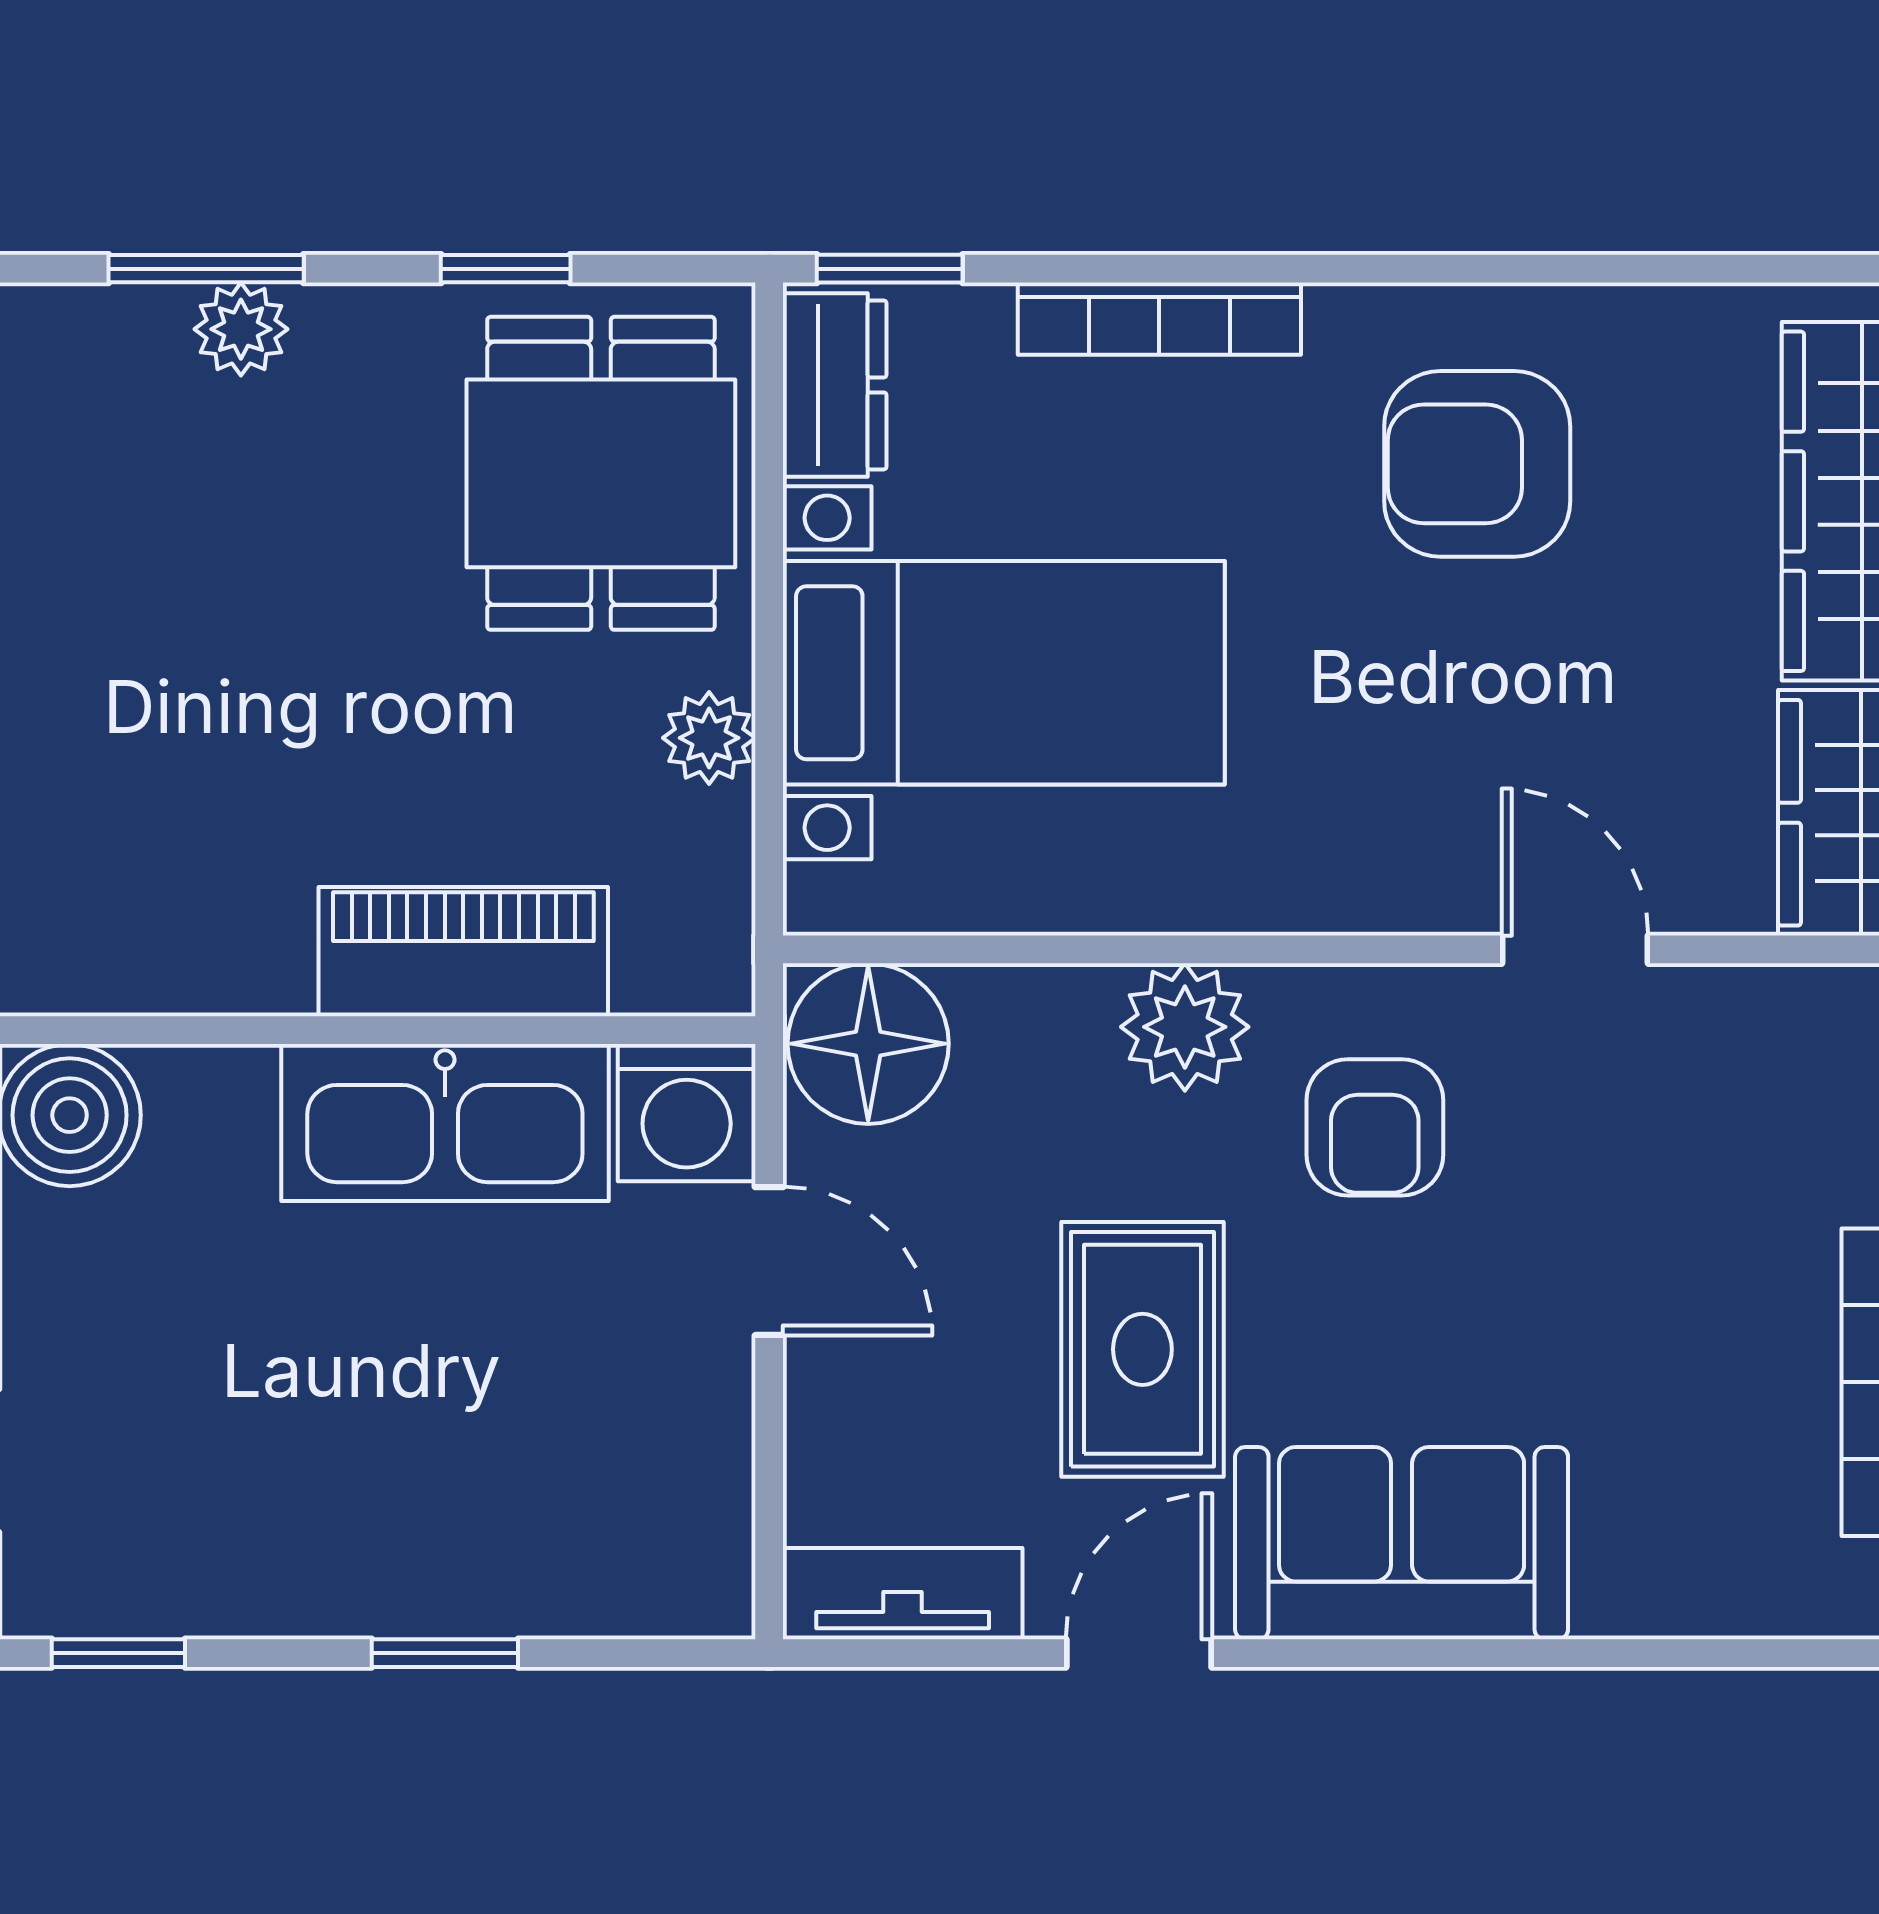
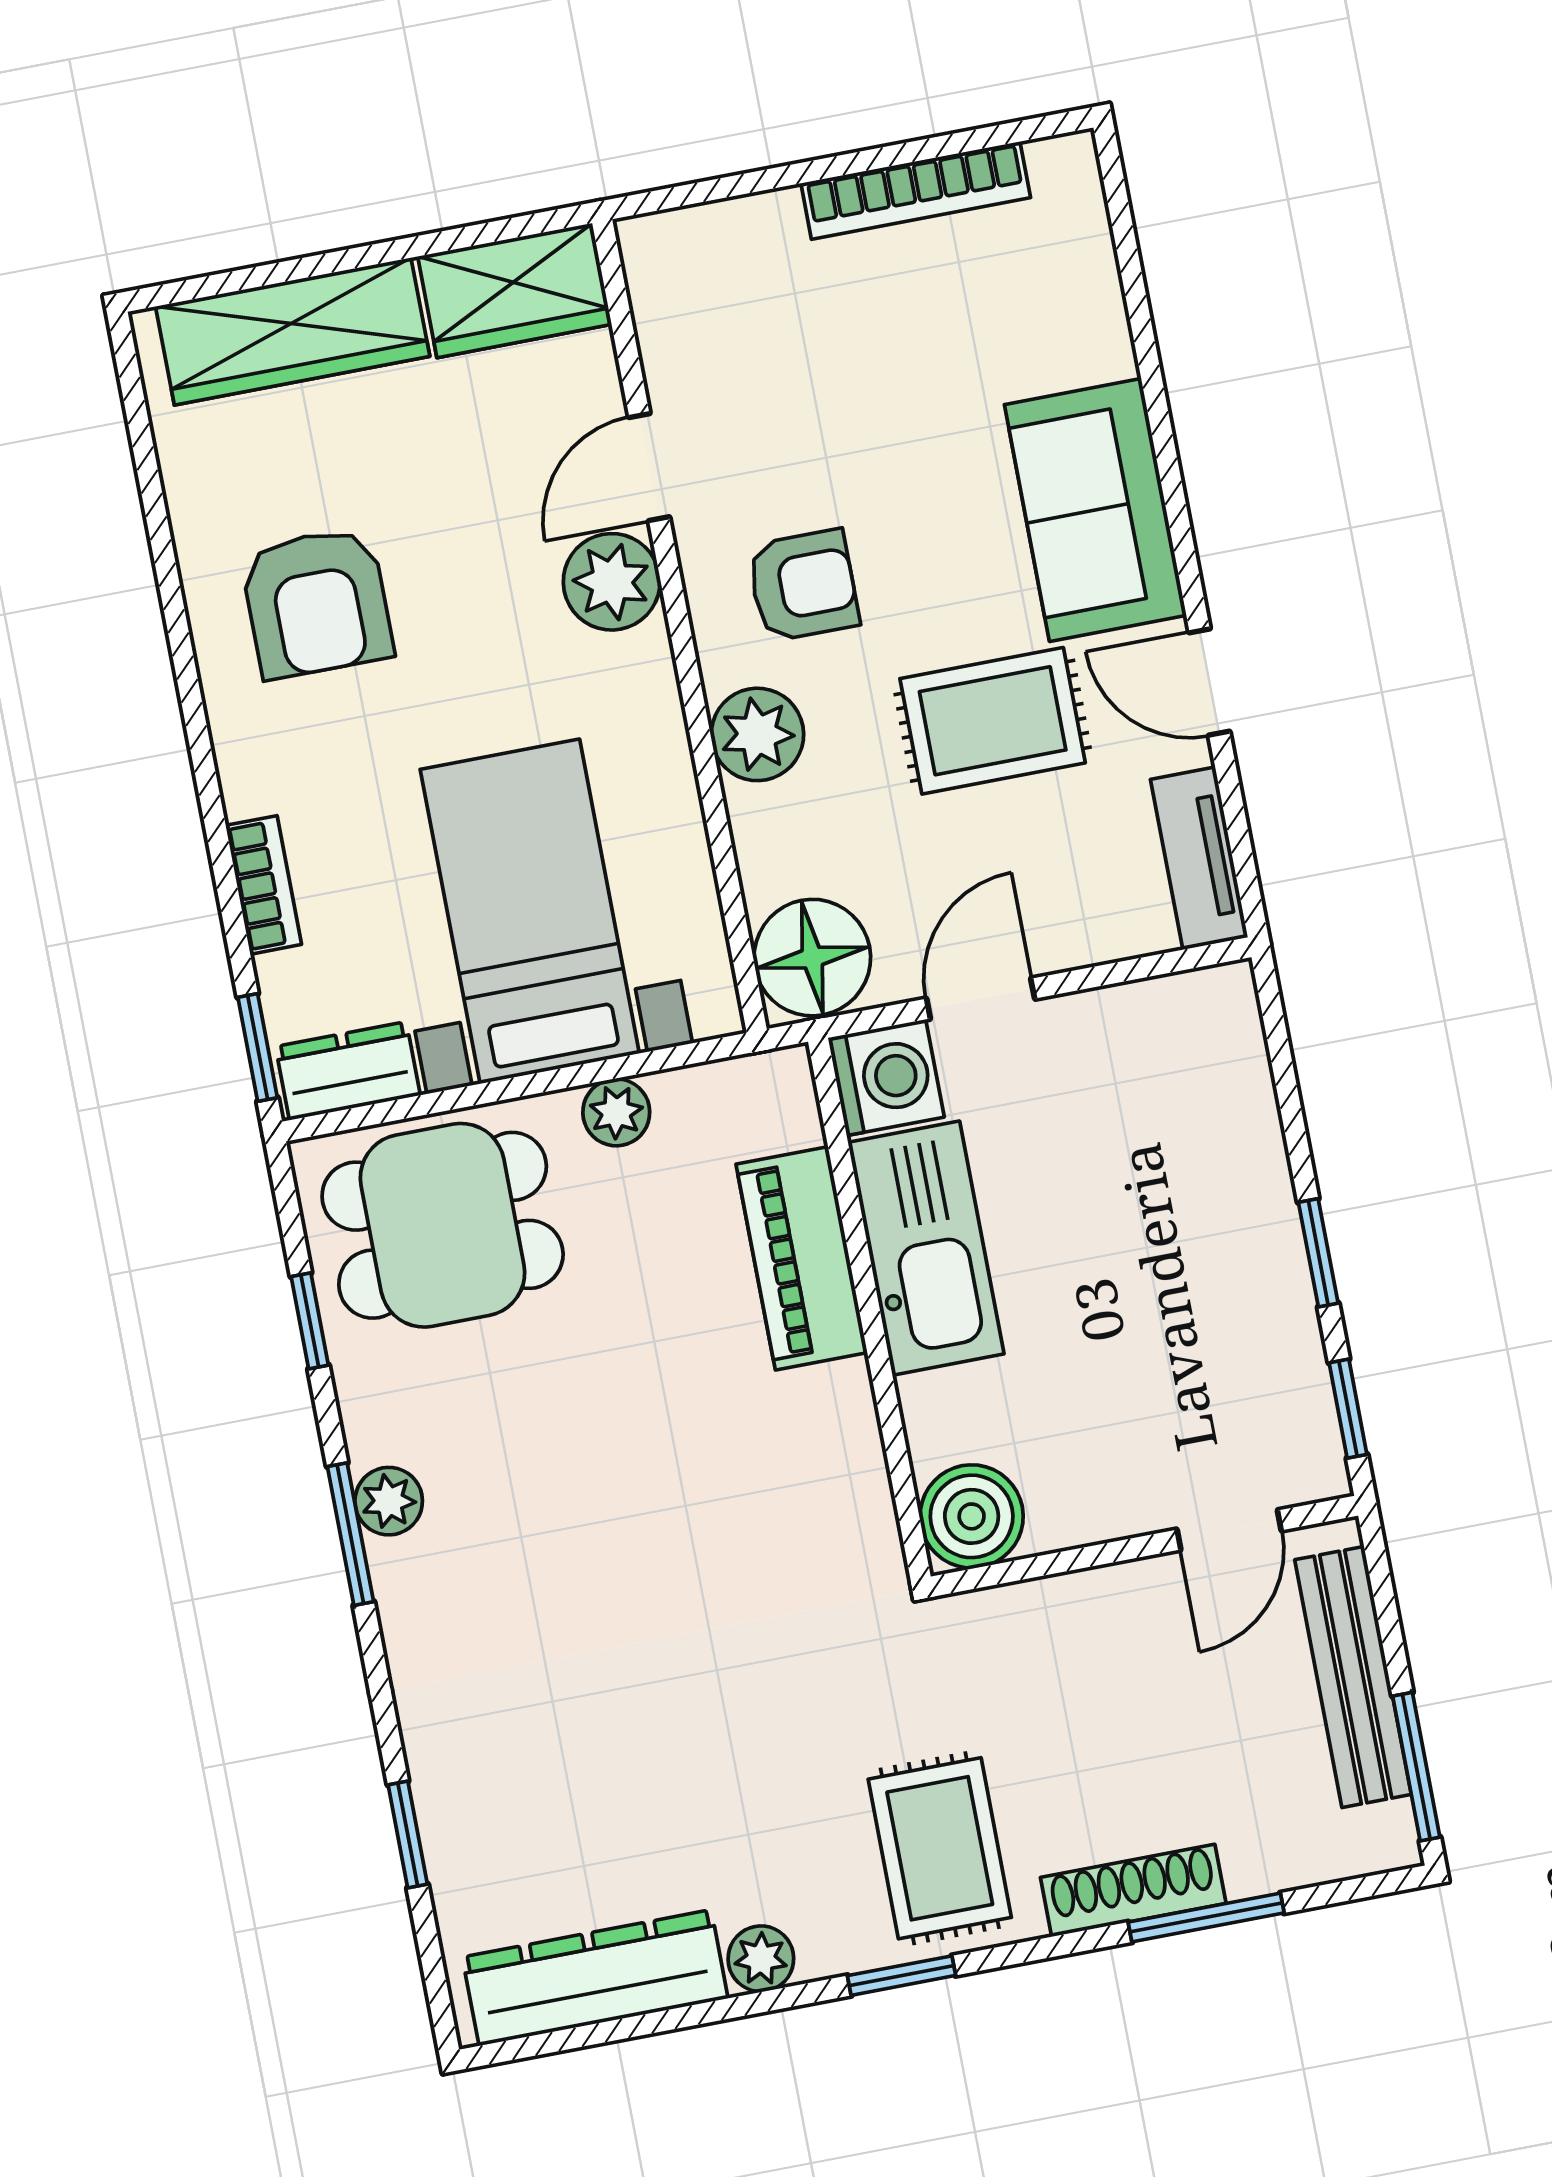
bookcase: (1159, 319) -> (264, 885), width x0.64
plant: (1429, 869) -> (612, 582), added
window: (445, 1653) -> (1318, 1253), moved

